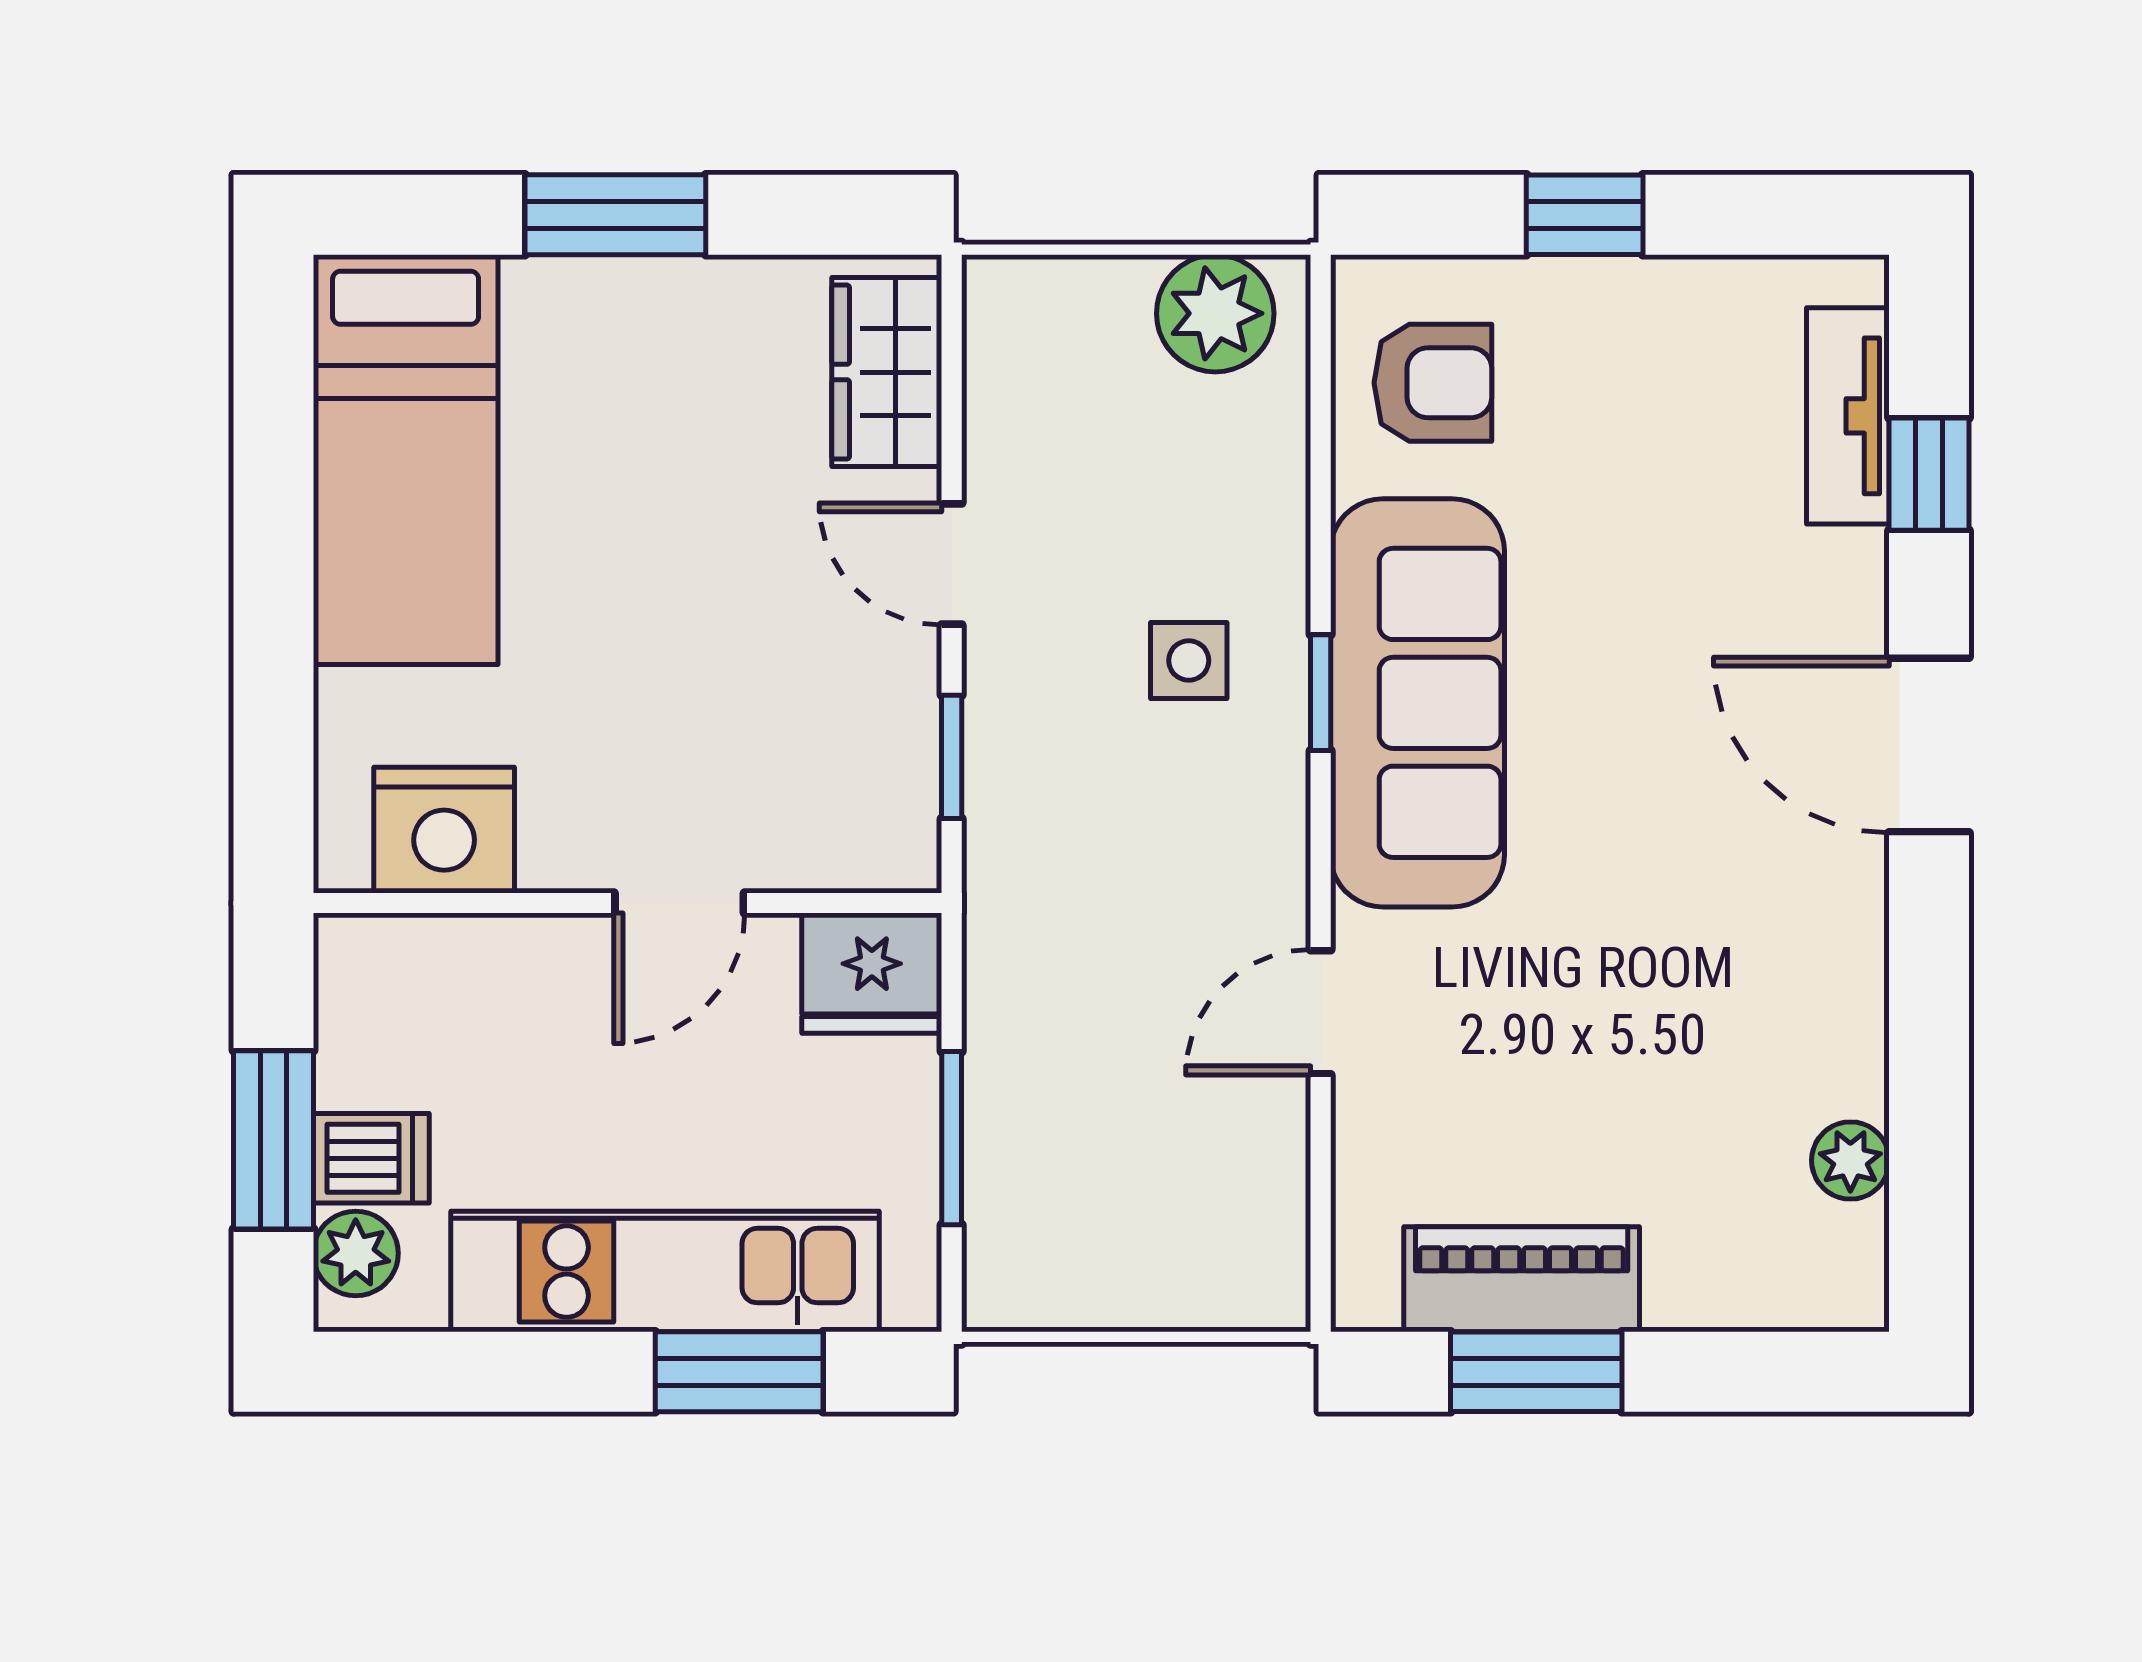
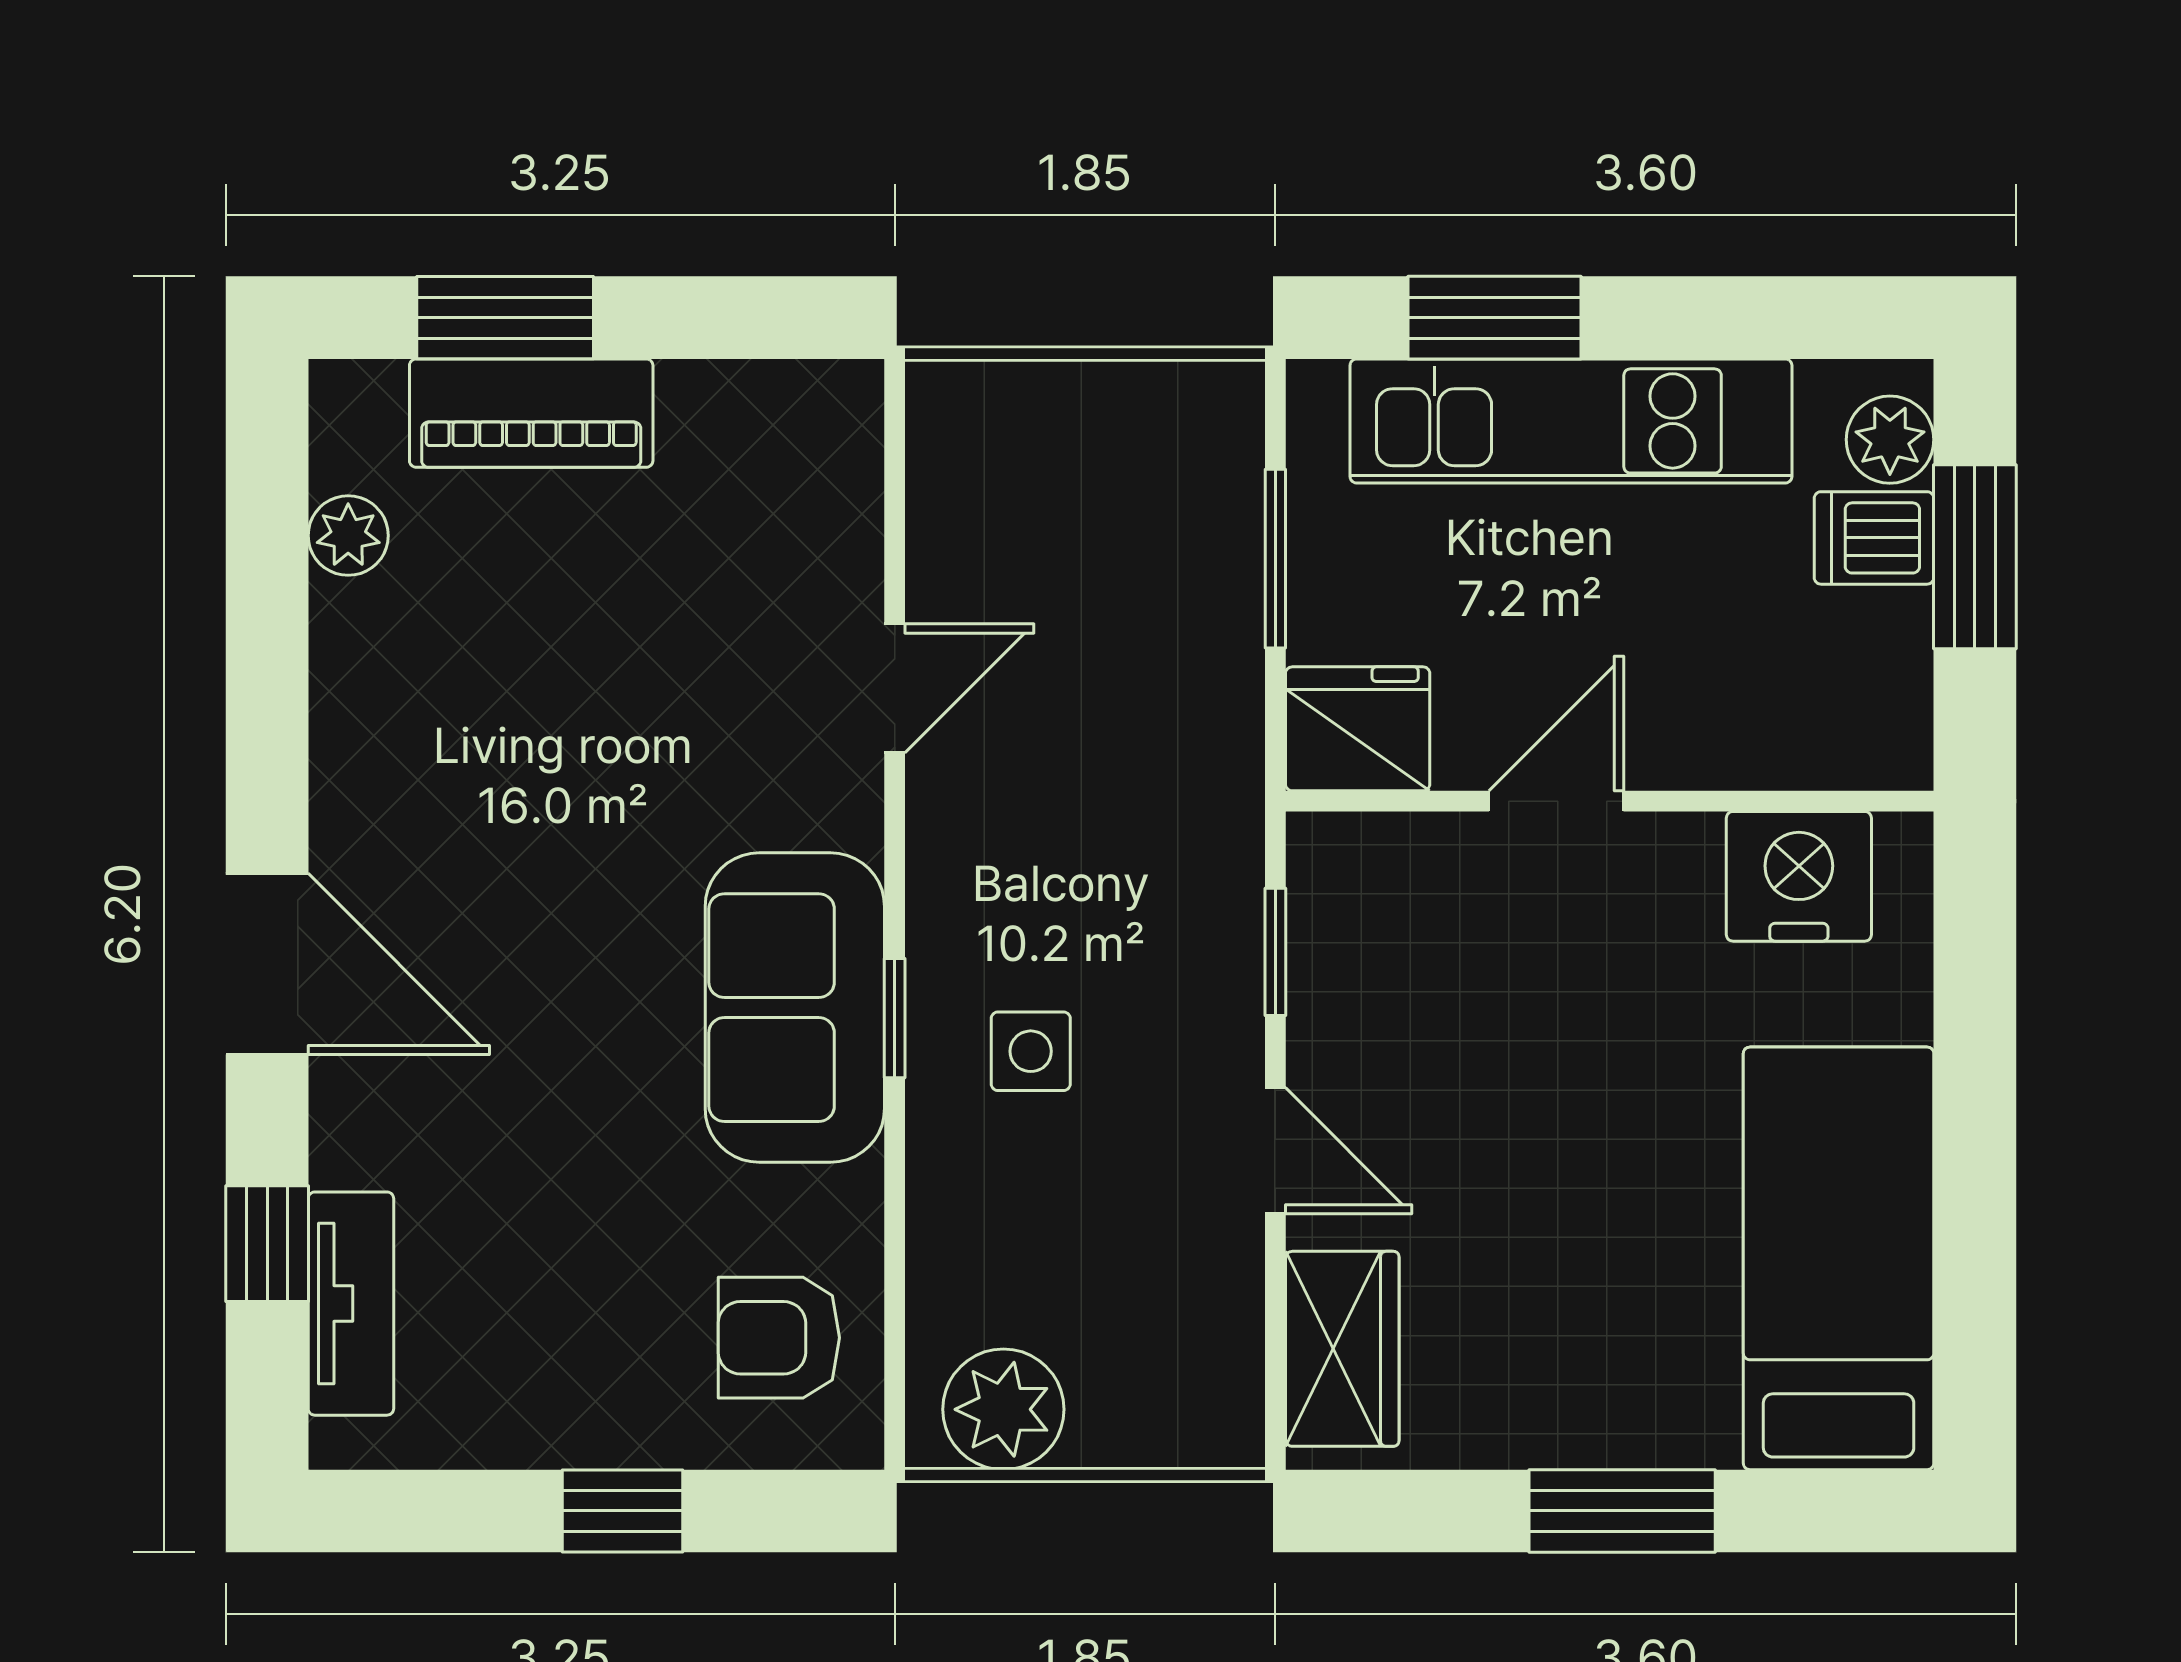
sofa: (1417, 703) -> (795, 1008), width x0.73
piano: (1522, 1279) -> (531, 413), moved
window: (1536, 1372) -> (505, 318), moved

